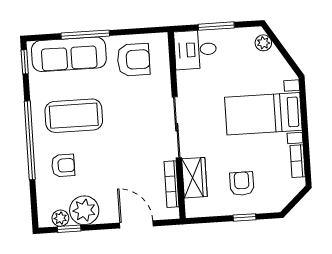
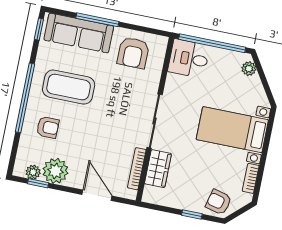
window: (216, 26) -> (212, 43), width x2.11
armchair: (134, 60) -> (133, 53), turned 90
armchair: (242, 184) -> (219, 202), moved, turned -76

